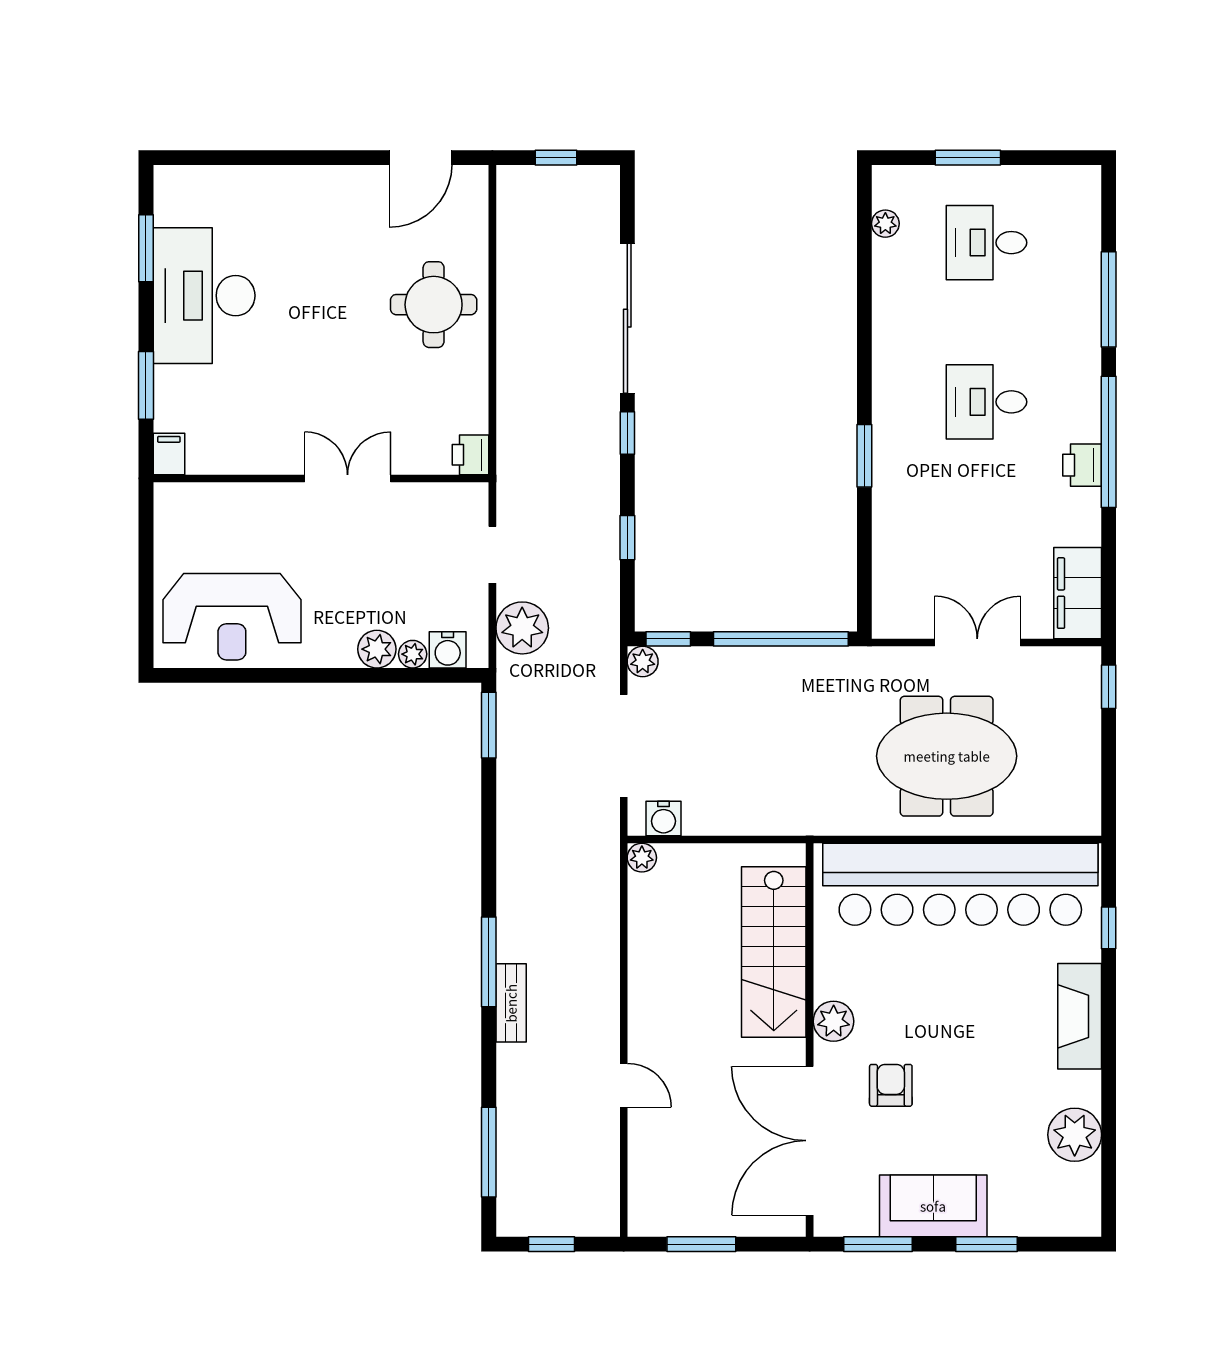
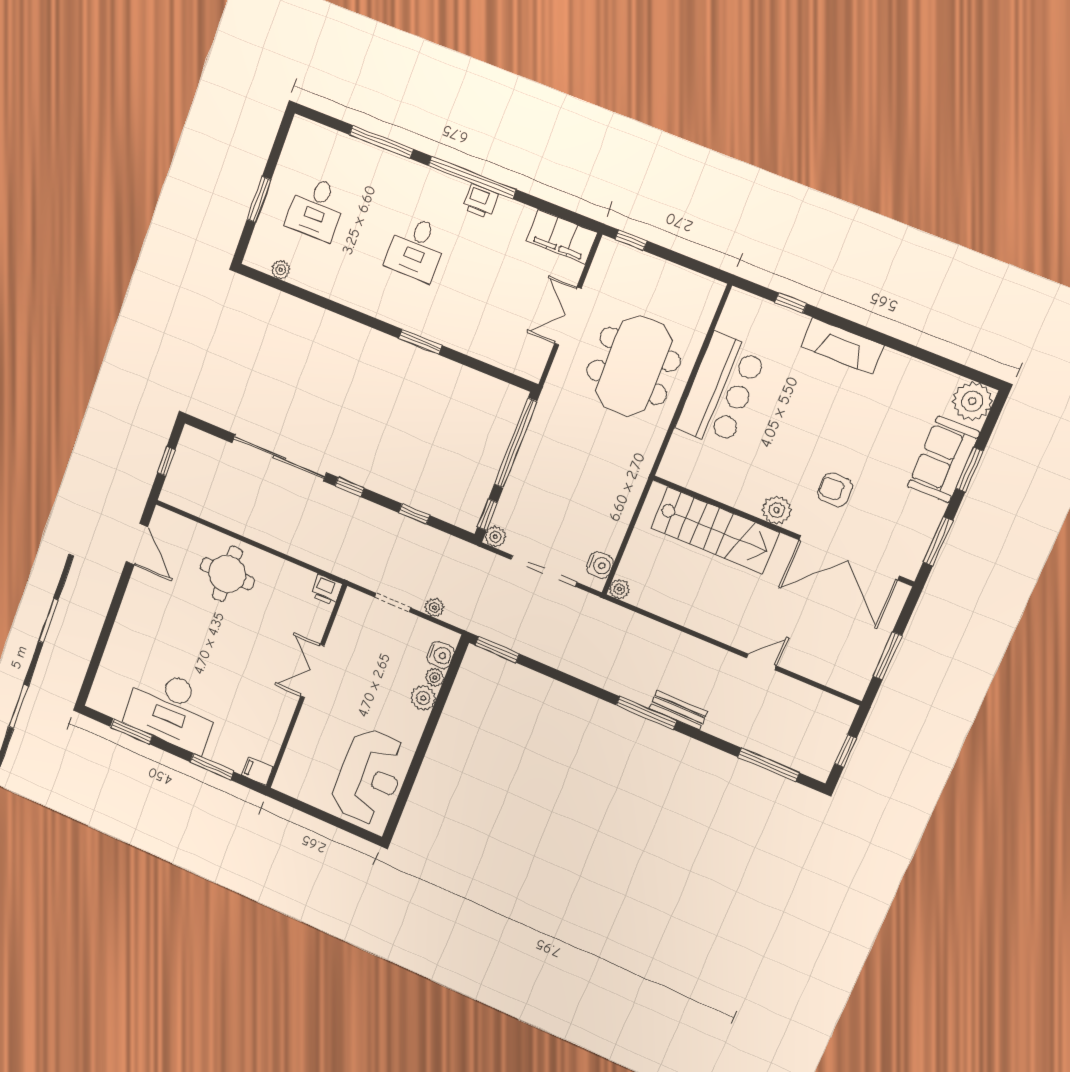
plant: (522, 628) -> (434, 608), width x0.53, depth x0.53
bar counter: (960, 884) -> (721, 390), width x0.54
plant: (1075, 1135) -> (972, 401), moved
sofa: (933, 1206) -> (943, 459), moved

